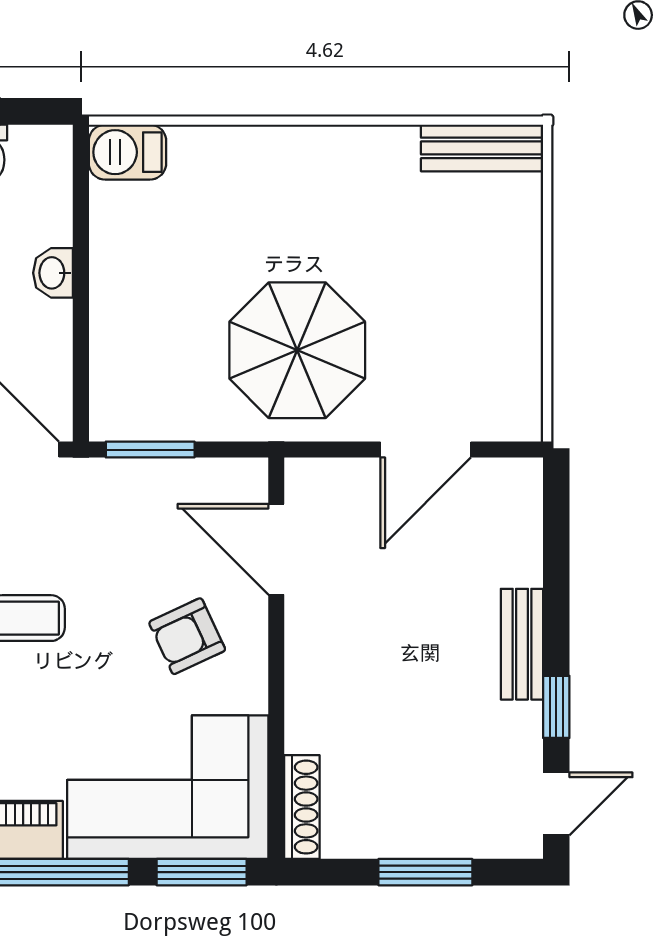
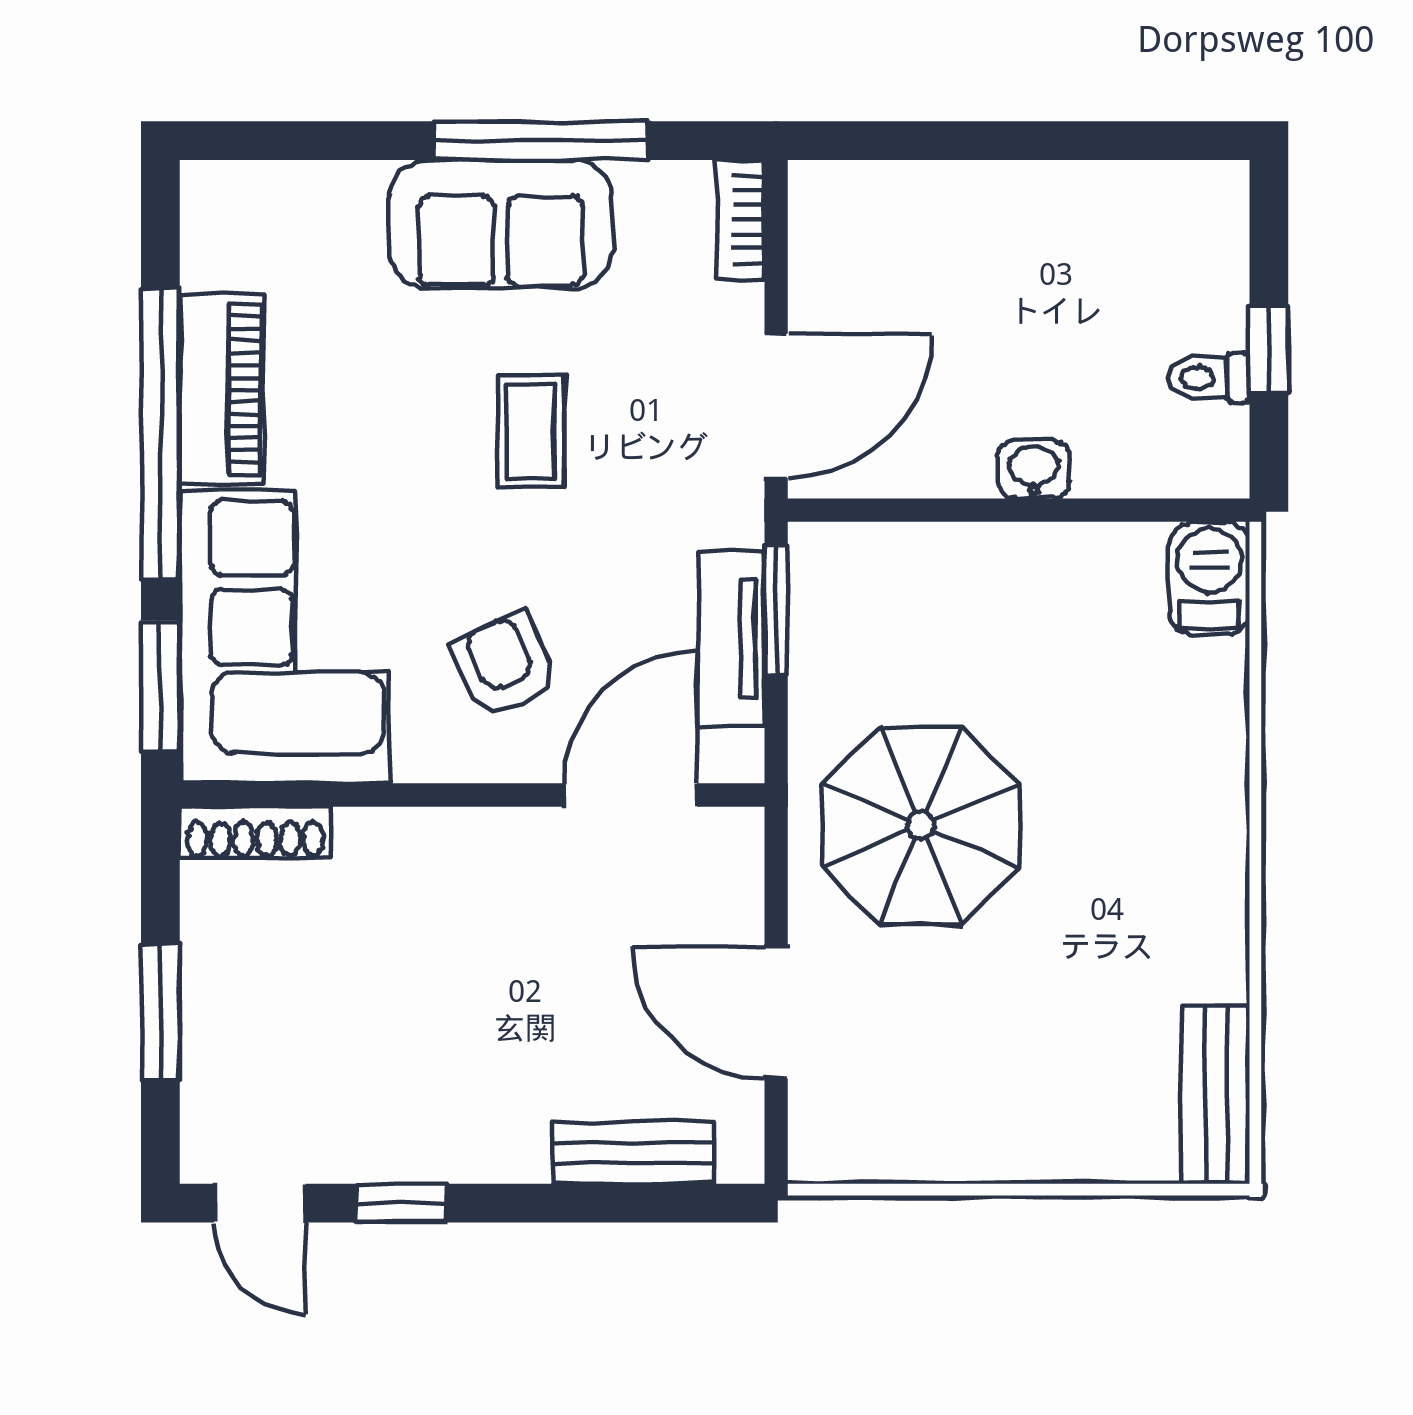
tv unit: (169, 481) -> (731, 639), added
bench: (522, 644) -> (633, 1153), moved

